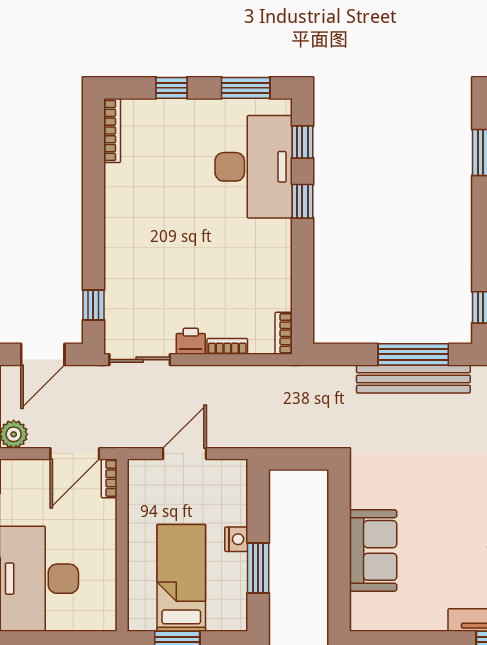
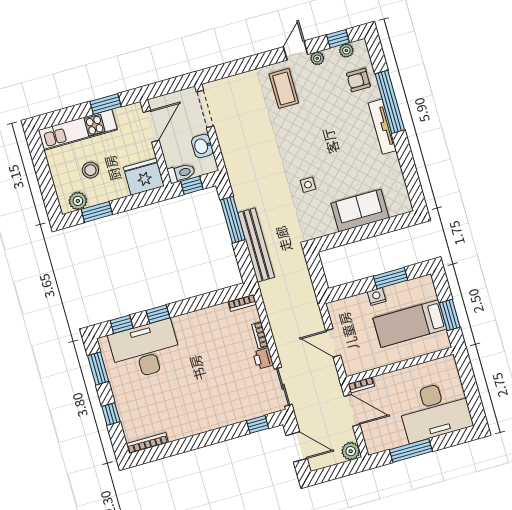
bench: (413, 379) -> (256, 245), moved
side table: (434, 483) -> (308, 185), added

